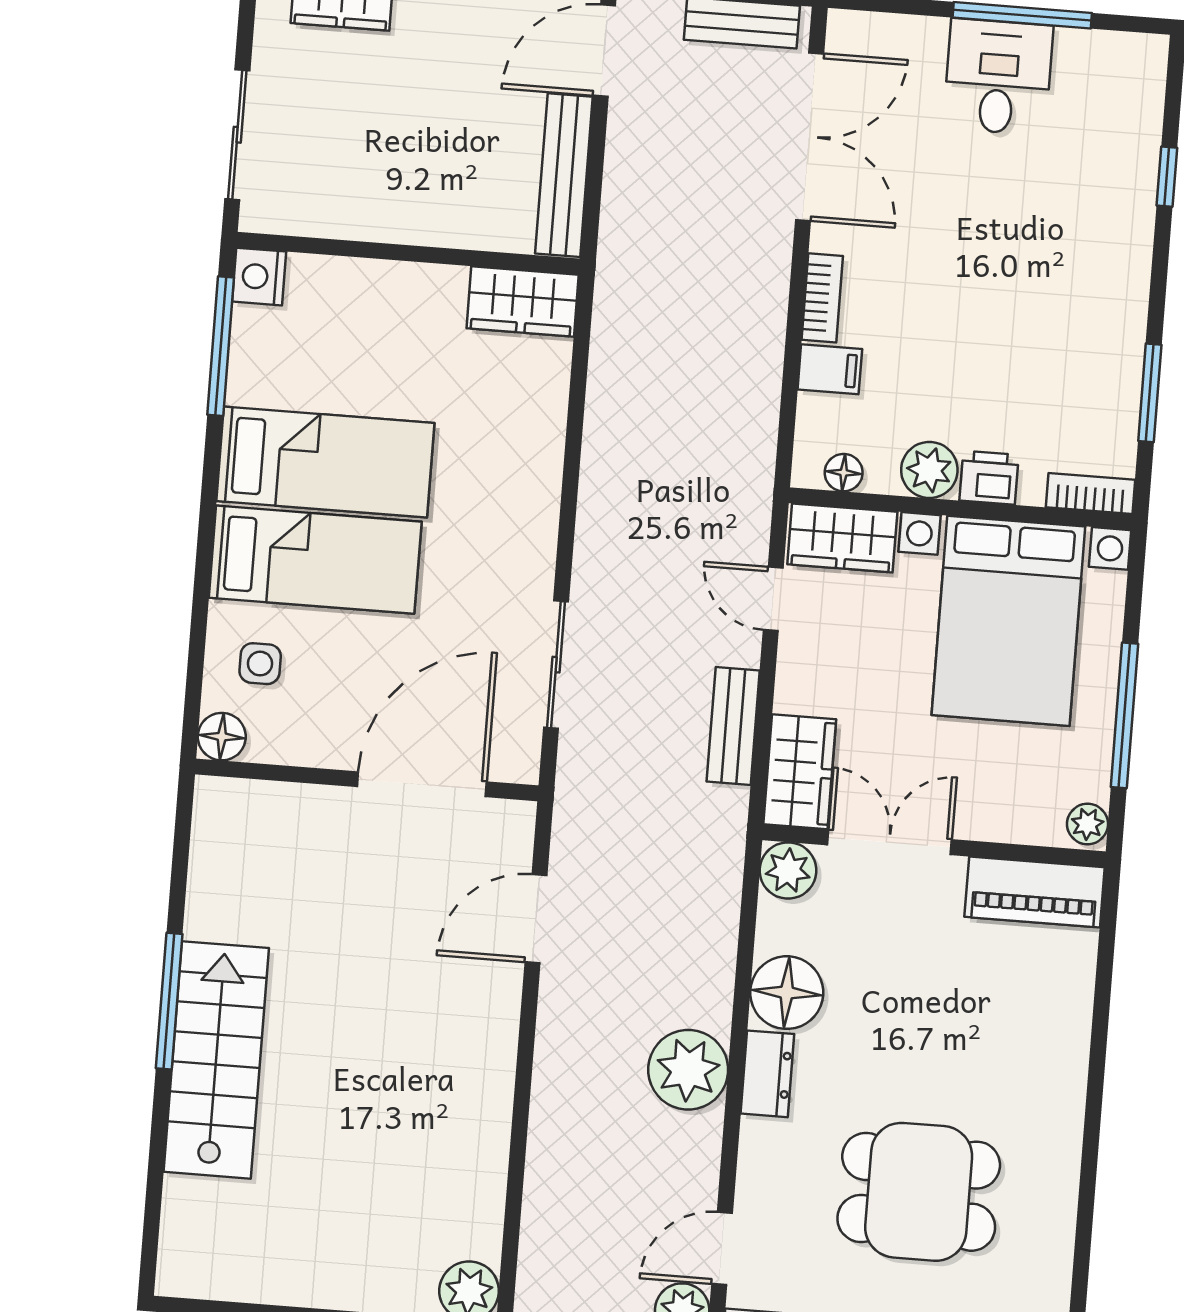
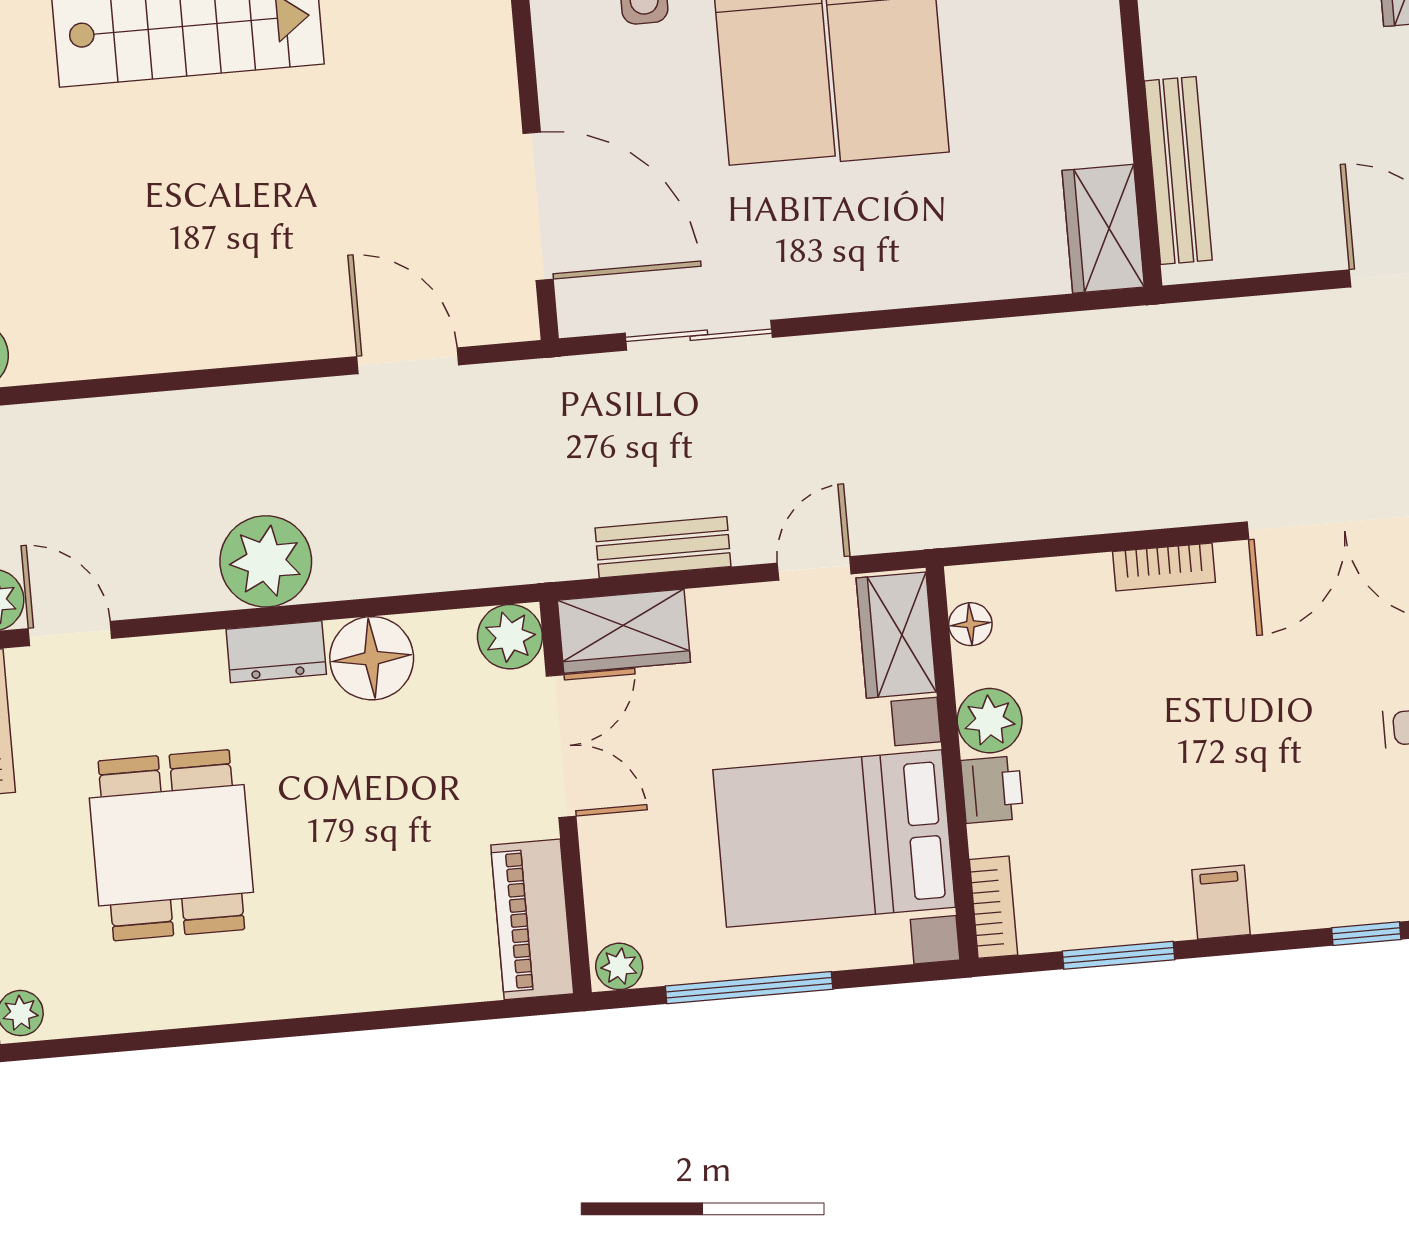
bench: (564, 175) -> (1178, 170), moved, turned 90
filing cabinet: (830, 369) -> (1221, 902), moved, turned 180

